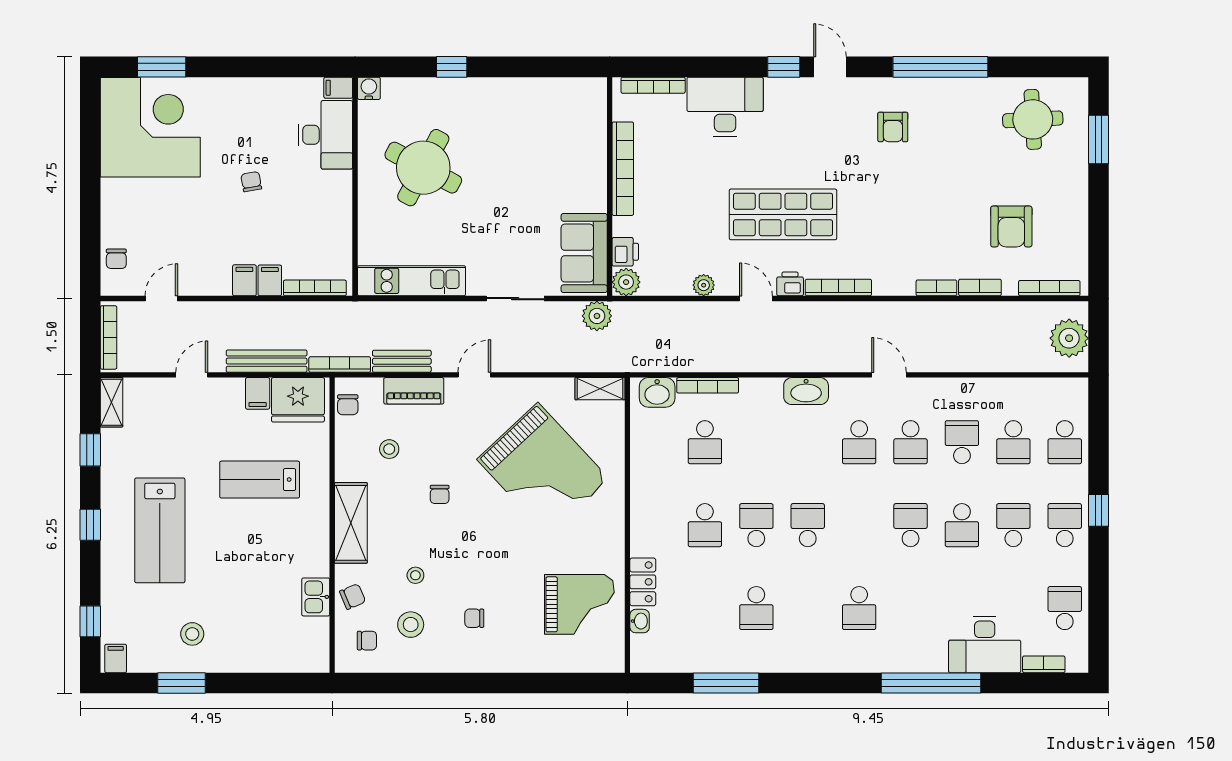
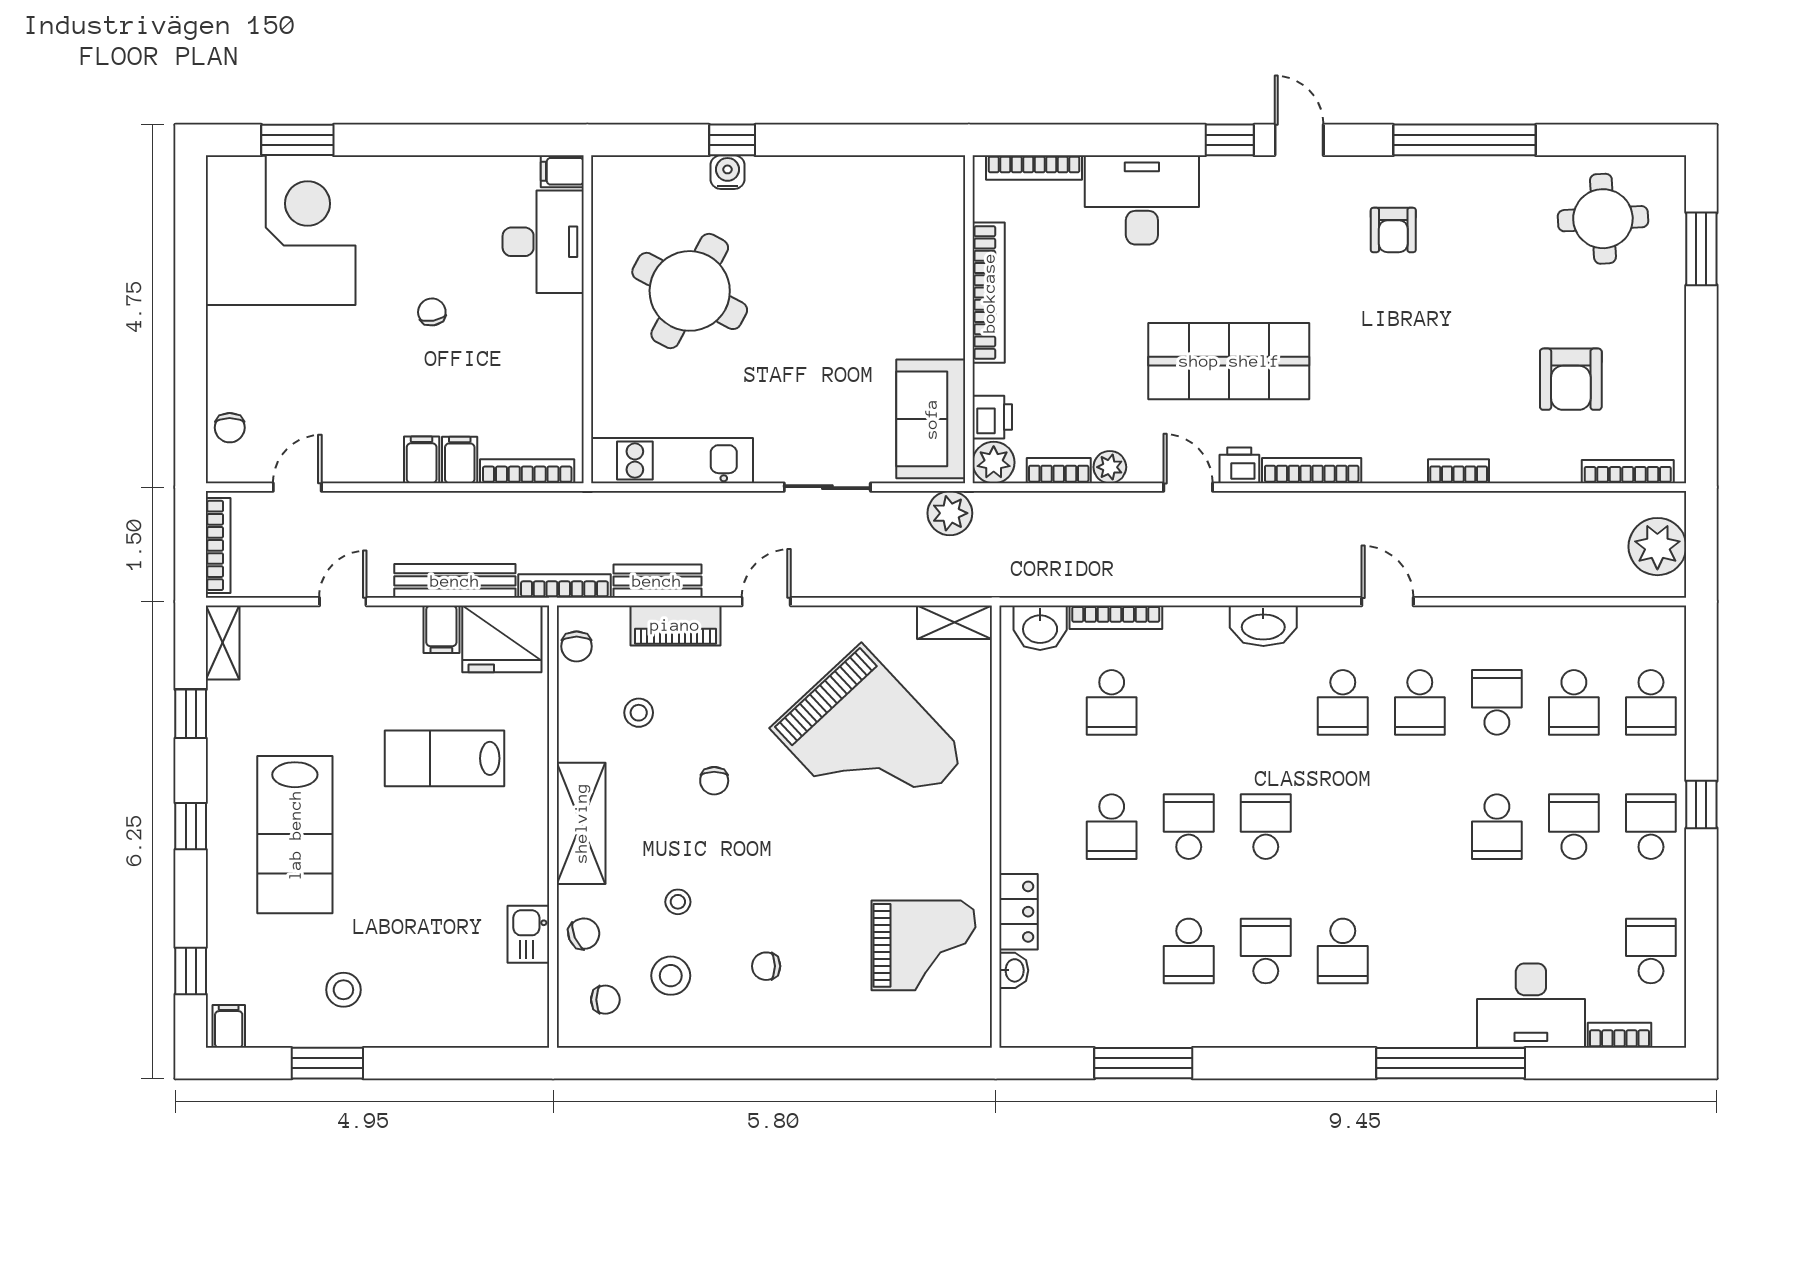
water cooler: (369, 88) -> (727, 172), moved
bookcase: (980, 287) -> (1059, 471), moved
school desk: (911, 525) -> (1266, 951), moved

